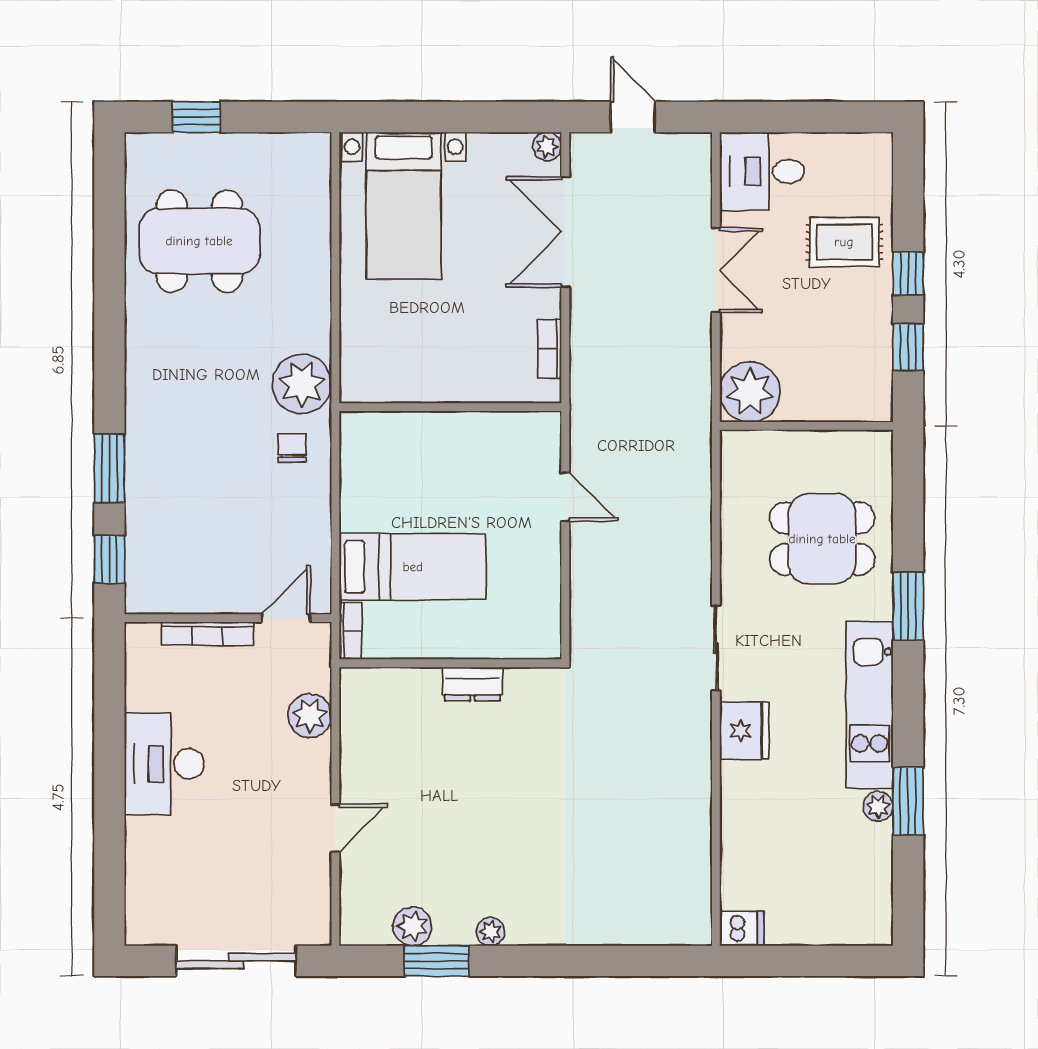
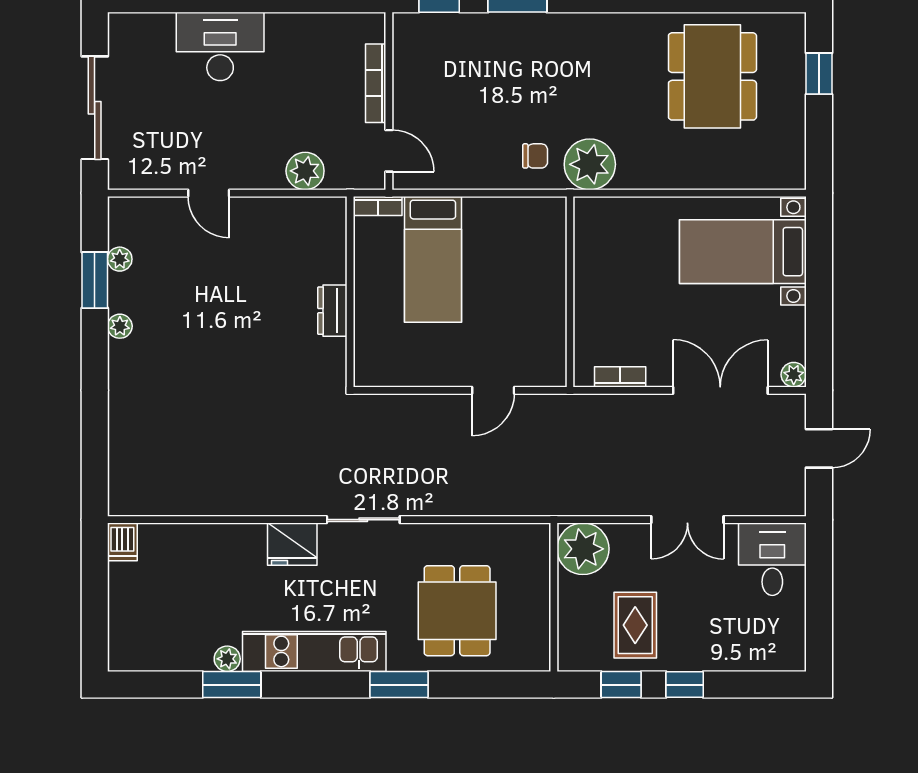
rug: (844, 242) -> (635, 625), moved
desk: (164, 764) -> (220, 46), moved
plant: (412, 926) -> (120, 259), width x0.73, depth x0.73

